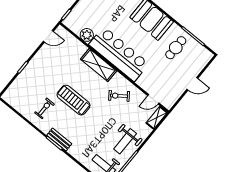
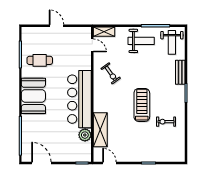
shelving: (99, 65) -> (100, 130), moved
treadmill: (74, 100) -> (142, 105), turned 180
bench: (59, 139) -> (180, 72), moved

